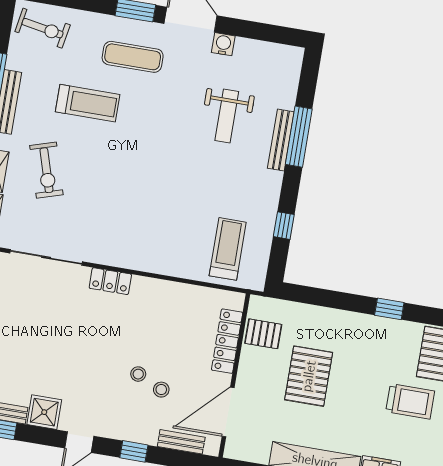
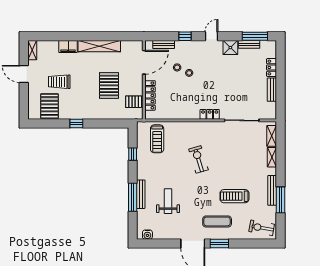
water cooler: (223, 44) -> (147, 235), moved
exercise bike: (46, 170) -> (198, 159), moved

